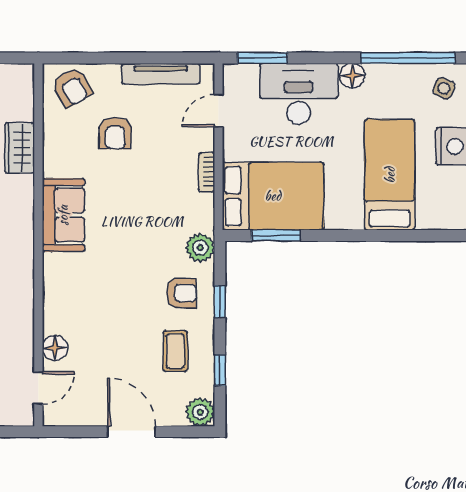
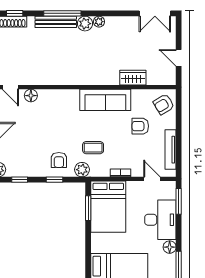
sofa: (63, 215) -> (105, 100), width x1.36
coffee table: (175, 351) -> (93, 148), moved

